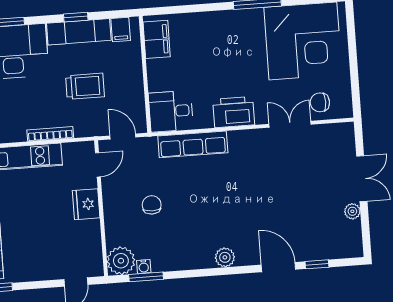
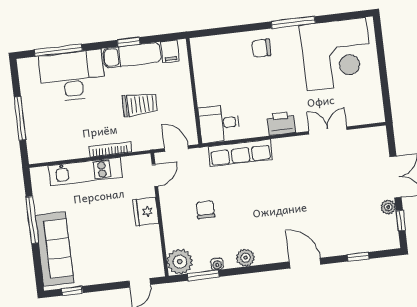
filing cabinet: (157, 39) -> (203, 59), removed
chair: (320, 102) -> (261, 48), moved
printer: (234, 112) -> (281, 123), width x0.73, depth x0.84
window: (365, 227) -> (401, 221), added
plant: (225, 257) -> (246, 258), moved
water cooler: (144, 267) -> (217, 264), moved
door: (278, 267) -> (305, 263), moved

